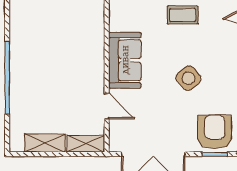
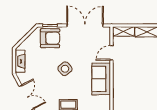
door: (107, 106) -> (112, 53), hinge flipped
armchair: (215, 132) -> (50, 38), turned -90

